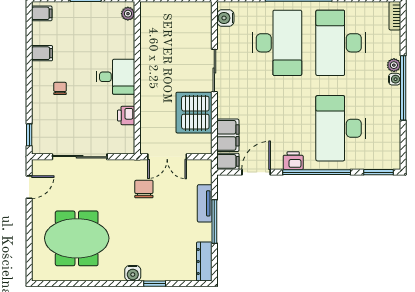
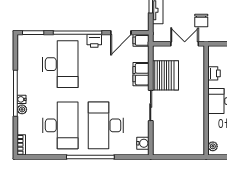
filing cabinet: (228, 135) -> (141, 74), moved

